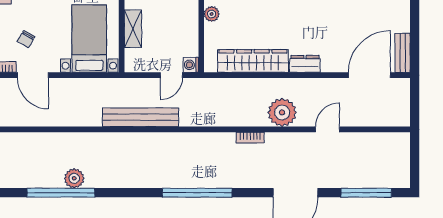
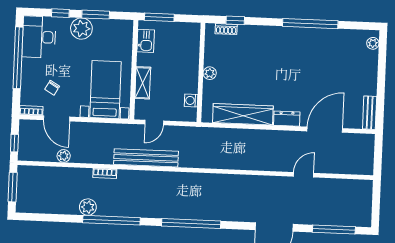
washing machine: (191, 65) -> (191, 100), moved
door: (171, 75) -> (154, 123), moved
door: (369, 75) -> (325, 130), moved
plant: (282, 112) -> (64, 156), moved, width x0.53, depth x0.53
bookcase: (250, 138) -> (105, 173), moved
window: (61, 193) -> (111, 220), moved

